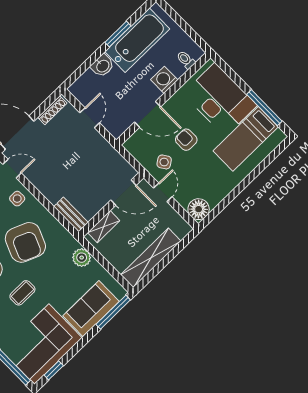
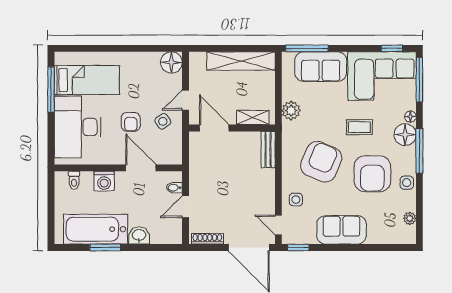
bidet: (111, 123) -> (174, 188), added

